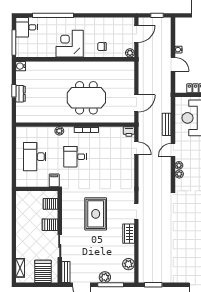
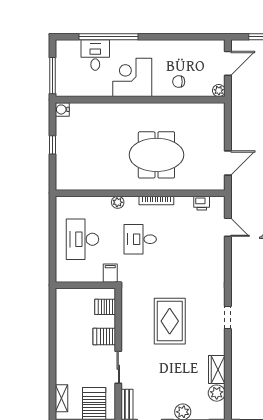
desk: (27, 27) -> (95, 55), moved, turned 90
dresser: (21, 94) -> (62, 149), removed
printer: (129, 131) -> (202, 203), moved
wardrobe: (129, 234) -> (217, 369), moved

